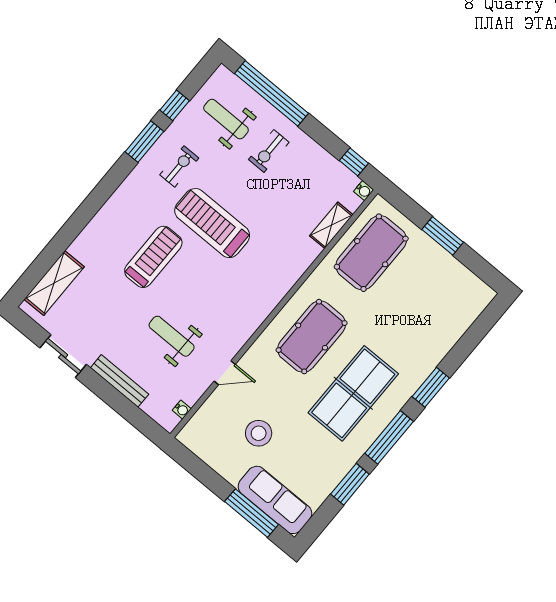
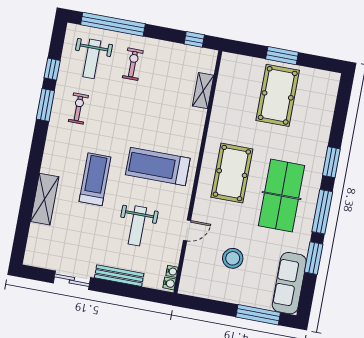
weight bench: (226, 119) -> (92, 59), turned -90
exercise bike: (269, 151) -> (133, 64), turned 180
water cooler: (364, 191) -> (169, 283), moved
treadmill: (212, 223) -> (158, 167), moved
pool table: (371, 253) -> (278, 95), moved
shelving: (54, 283) -> (45, 199), moved
weight bench: (172, 336) -> (137, 226), turned -90
sofa: (275, 500) -> (289, 283), moved, turned -90

